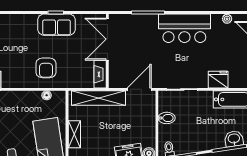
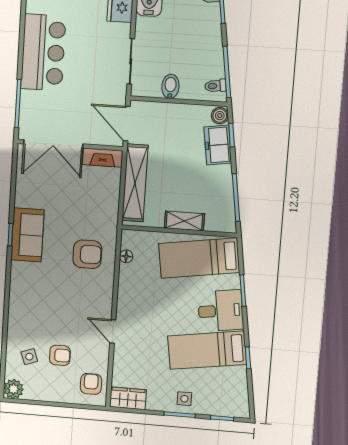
double door: (107, 39) -> (53, 144), moved
wall: (107, 51) -> (70, 145), moved
fireplace: (100, 74) -> (103, 158), moved

